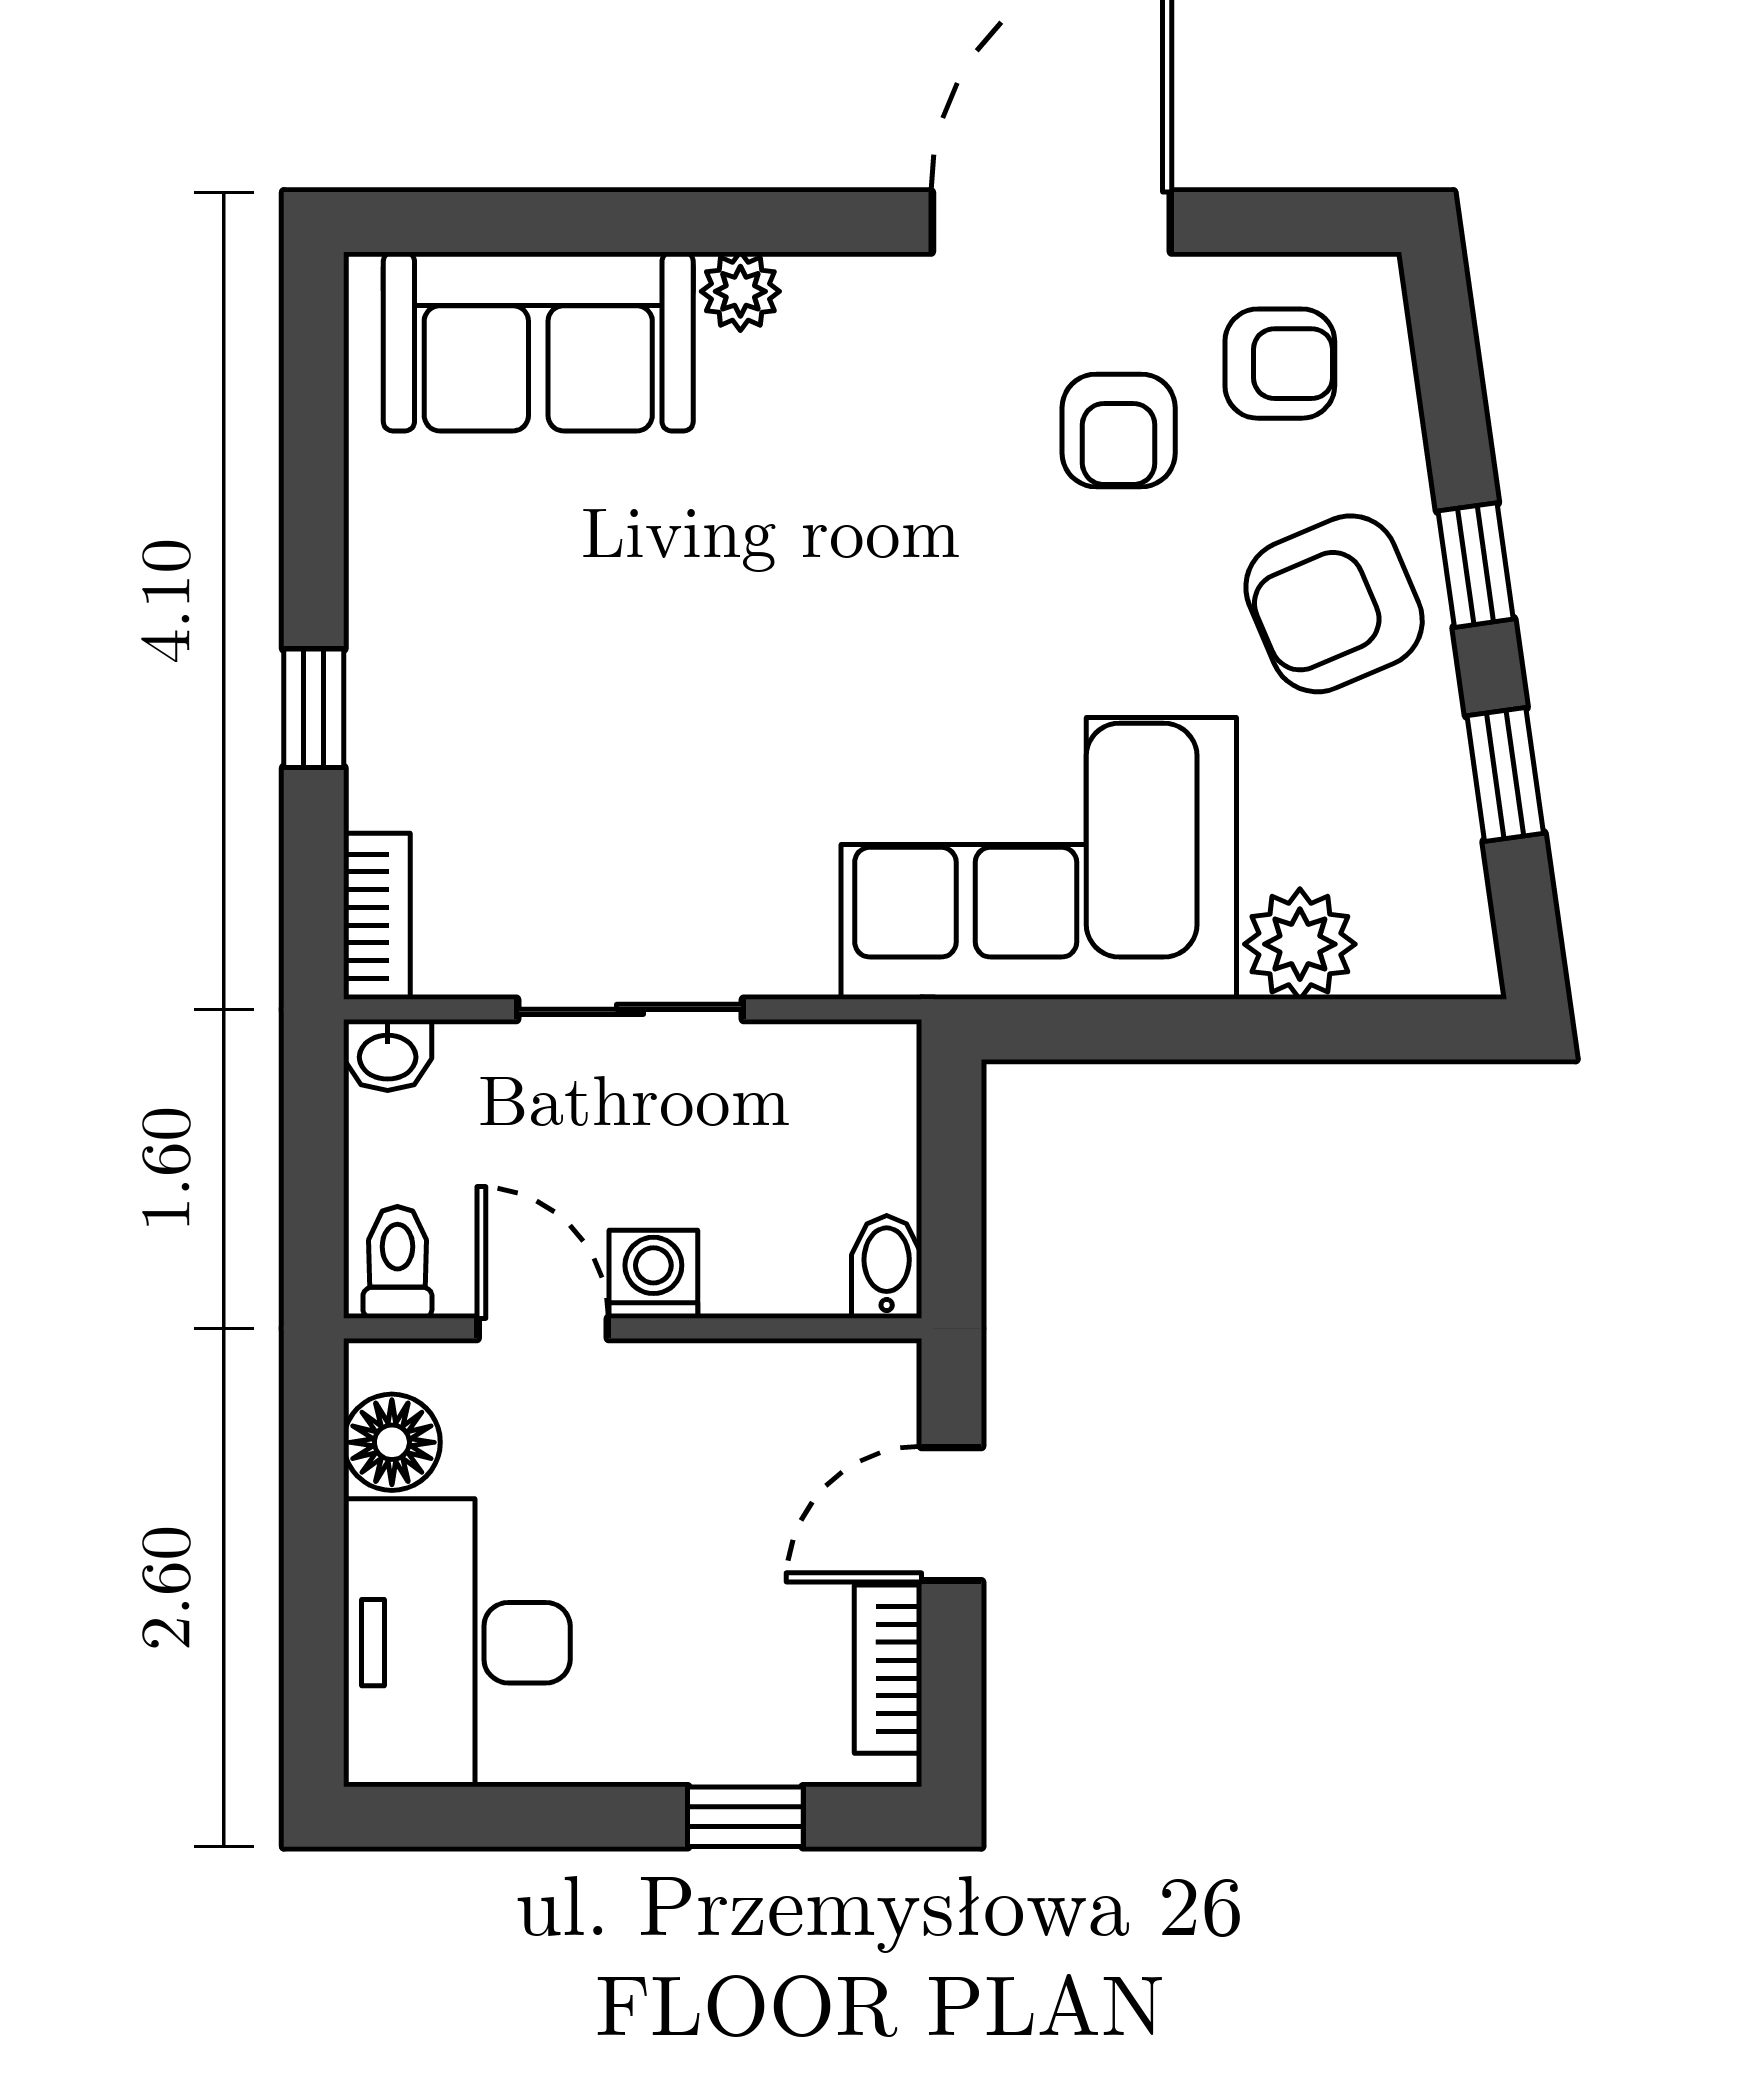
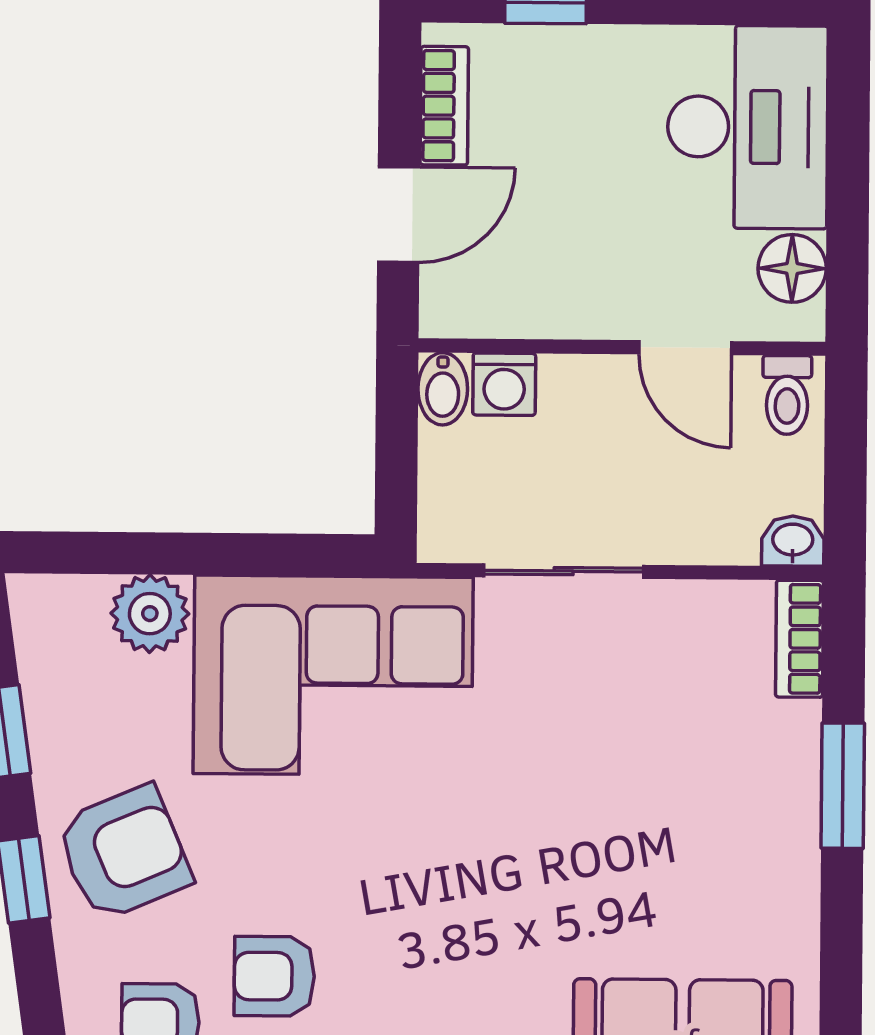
armchair: (1119, 430) -> (274, 976), turned -90
window: (314, 708) -> (843, 786), width x1.50
sliding door: (630, 1009) -> (564, 571), moved
washing machine: (653, 1274) -> (504, 384), moved

